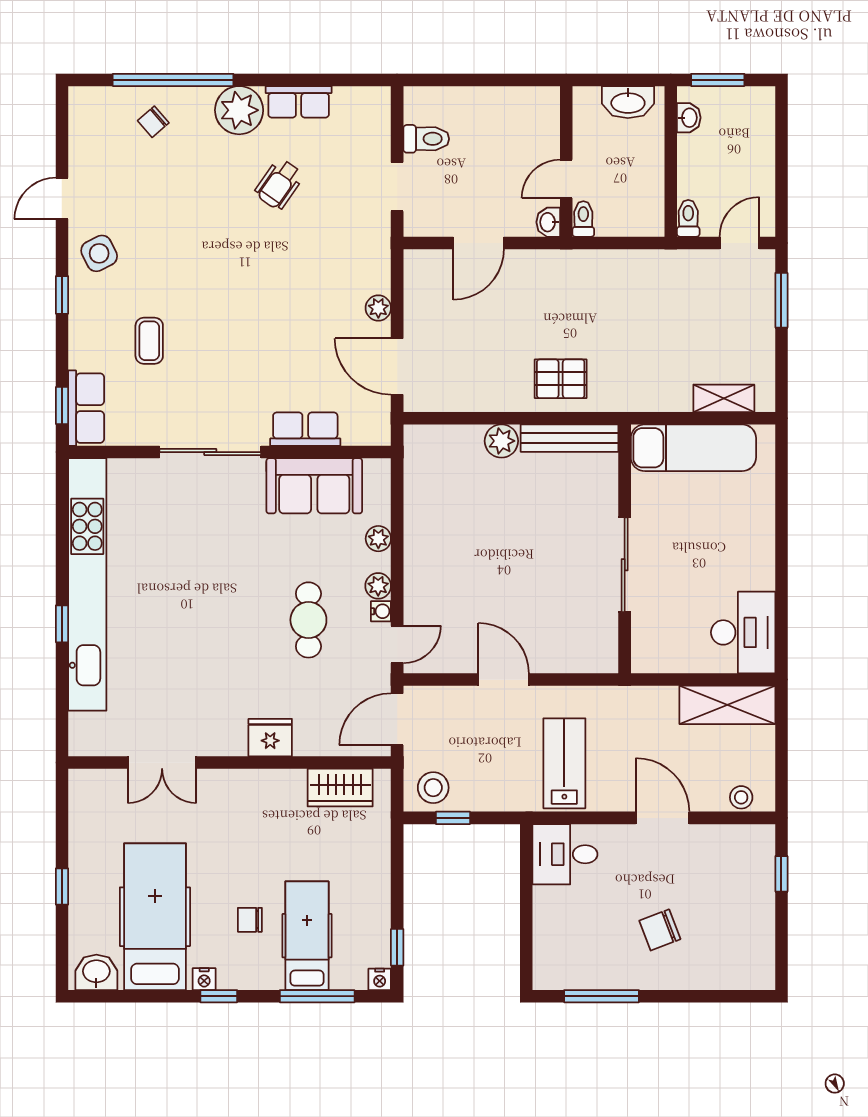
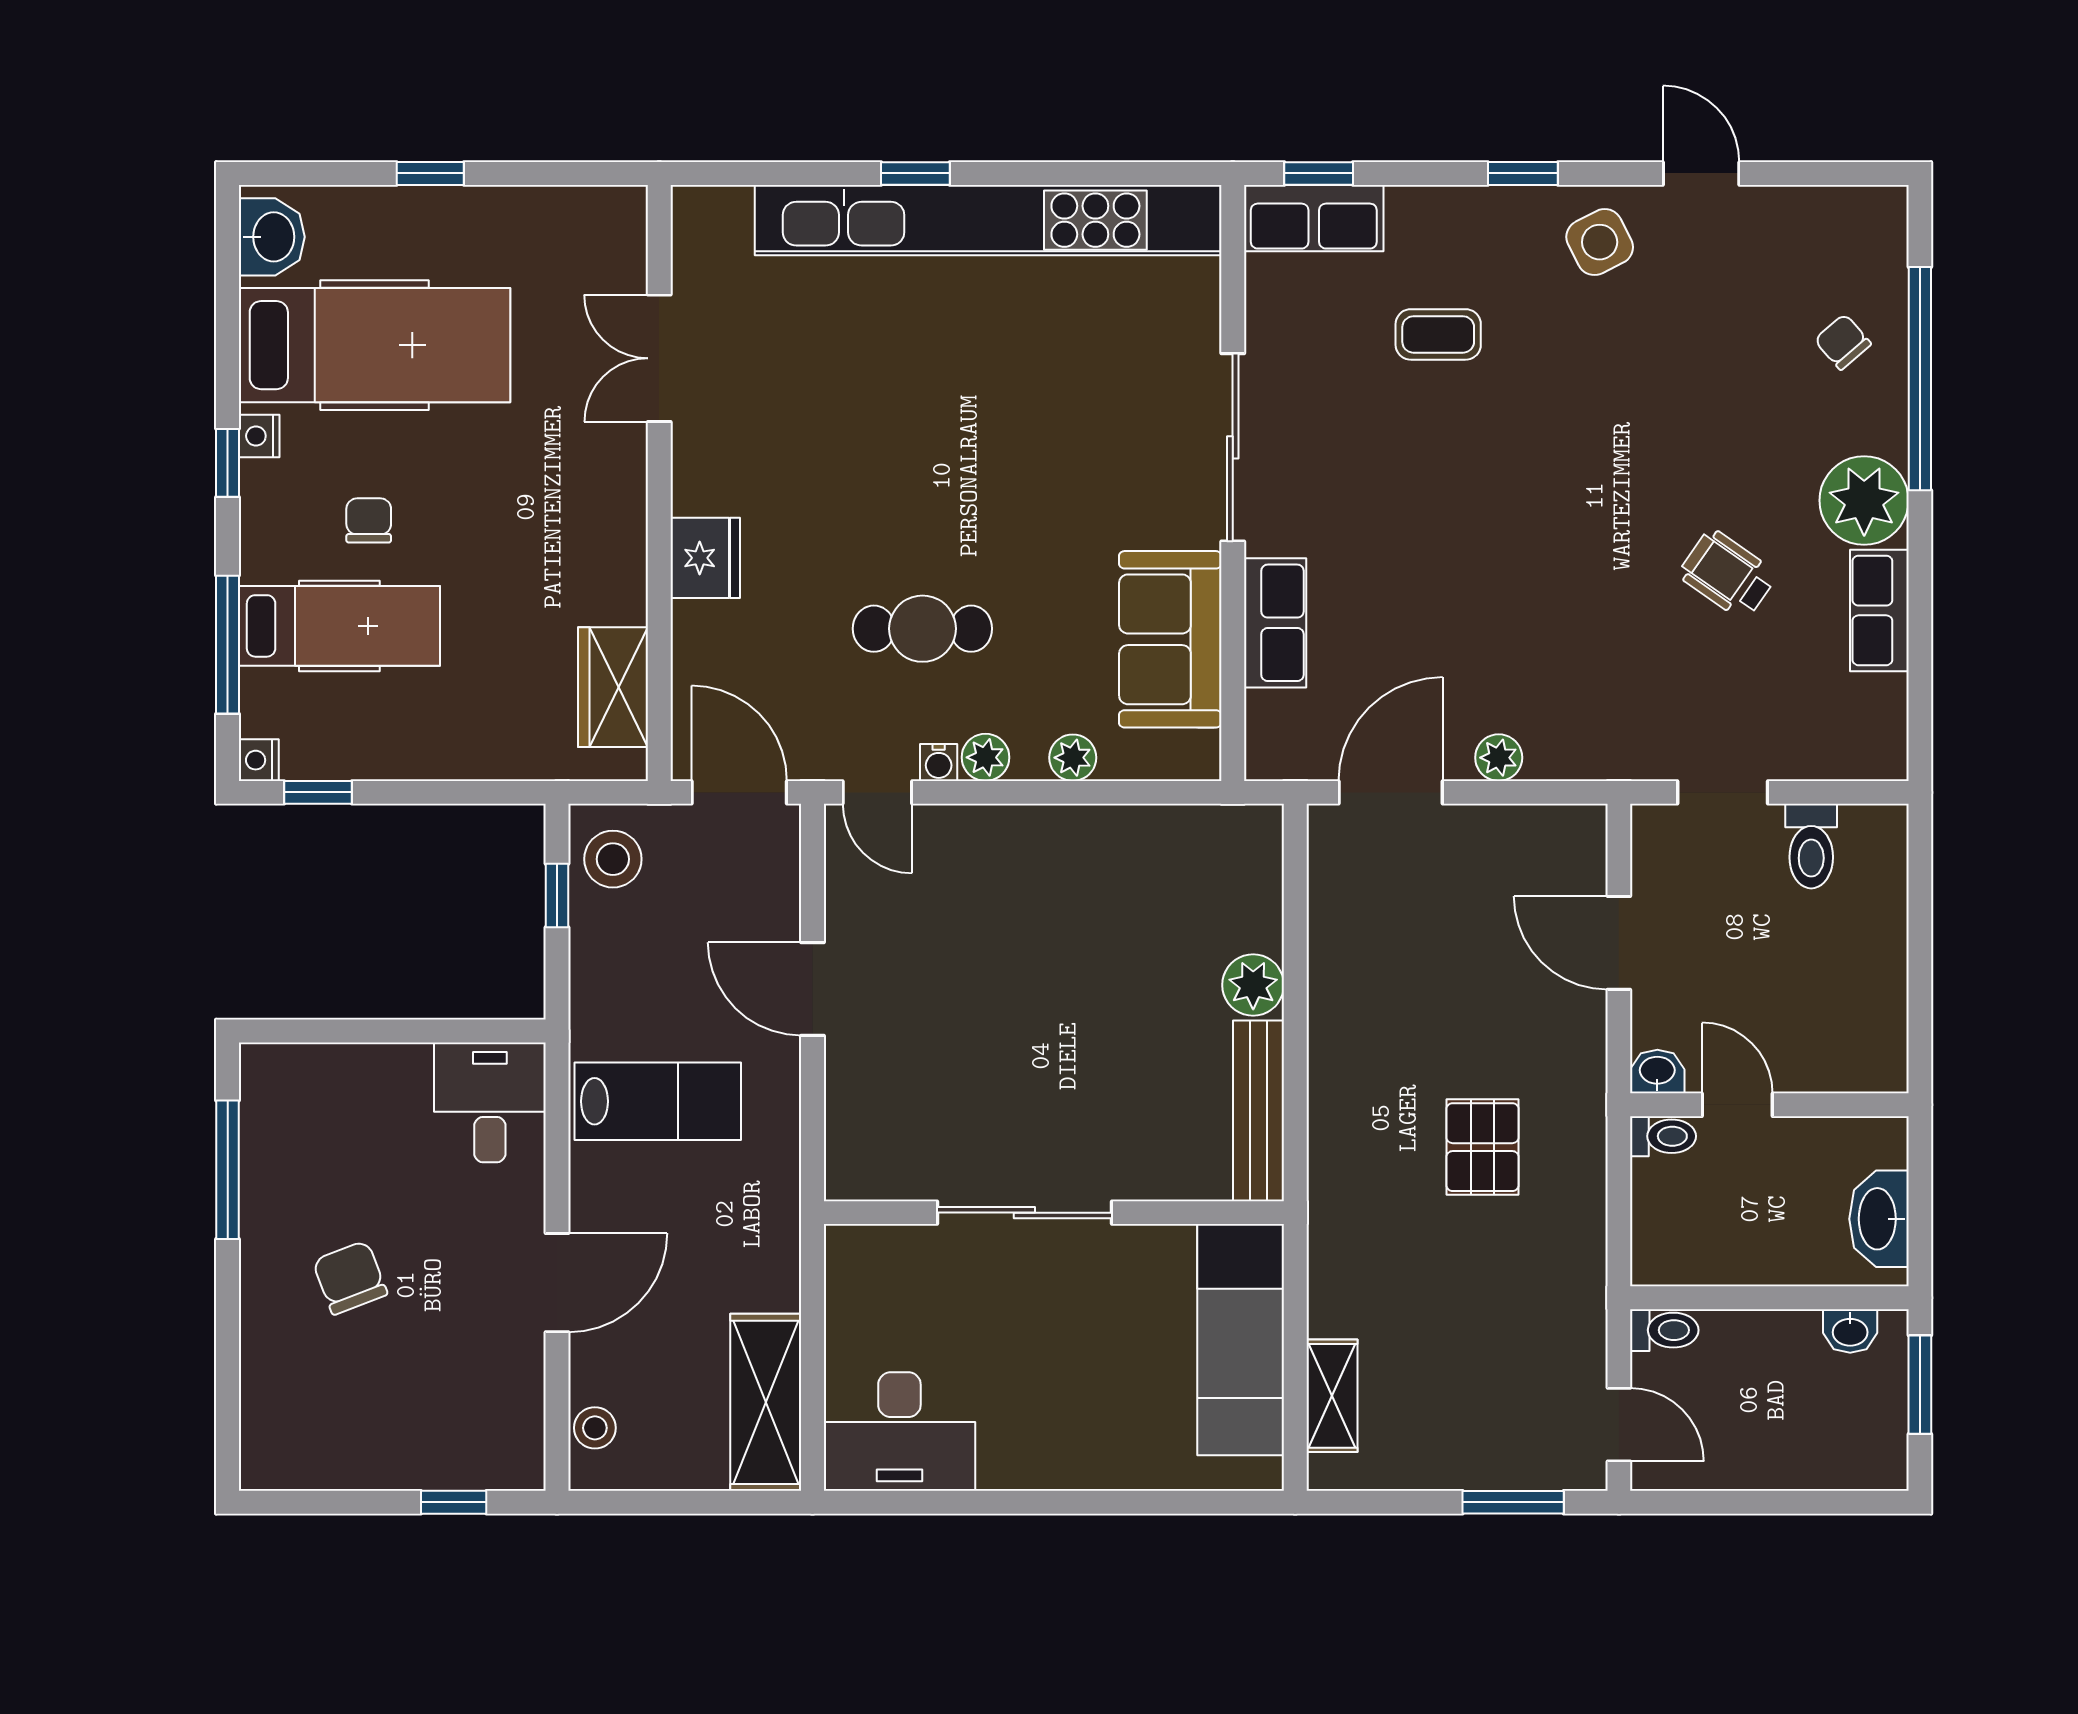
pallet: (561, 379) -> (1483, 1147), moved
door: (504, 680) -> (813, 989), swing flipped

